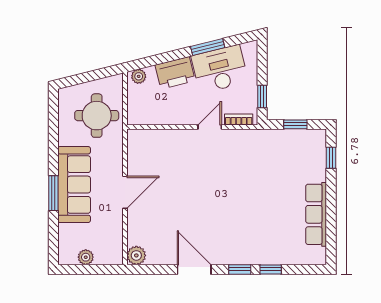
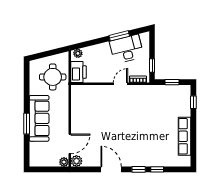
printer: (175, 73) -> (78, 72), moved, turned -76
door: (125, 192) -> (70, 144), moved
plant: (86, 257) -> (64, 162), moved

